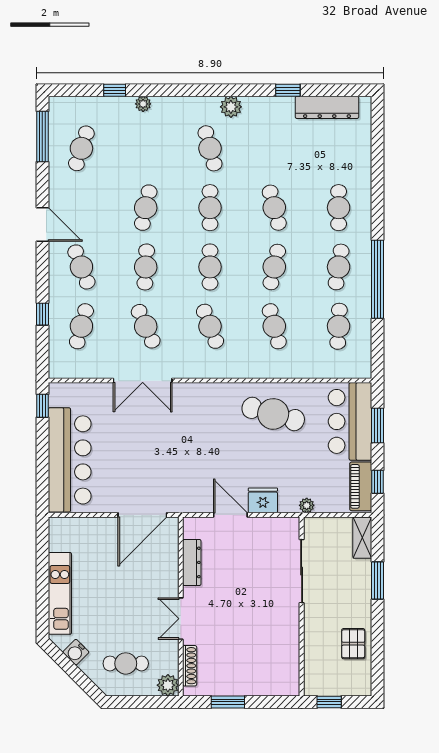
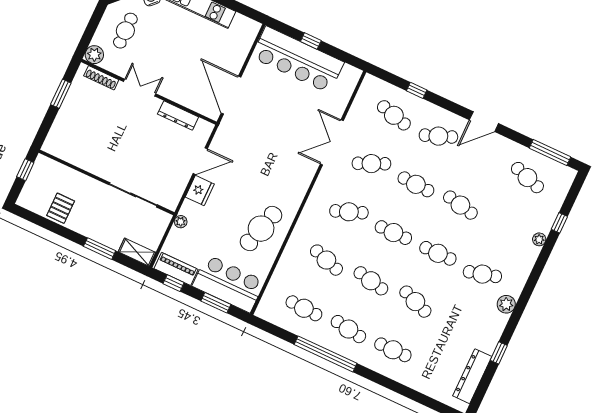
cafe table: (274, 208) -> (415, 302), turned 36
cafe table: (274, 326) -> (326, 260), turned 33
window: (42, 406) -> (311, 41), moved
pallet: (353, 644) -> (61, 208), turned 90

